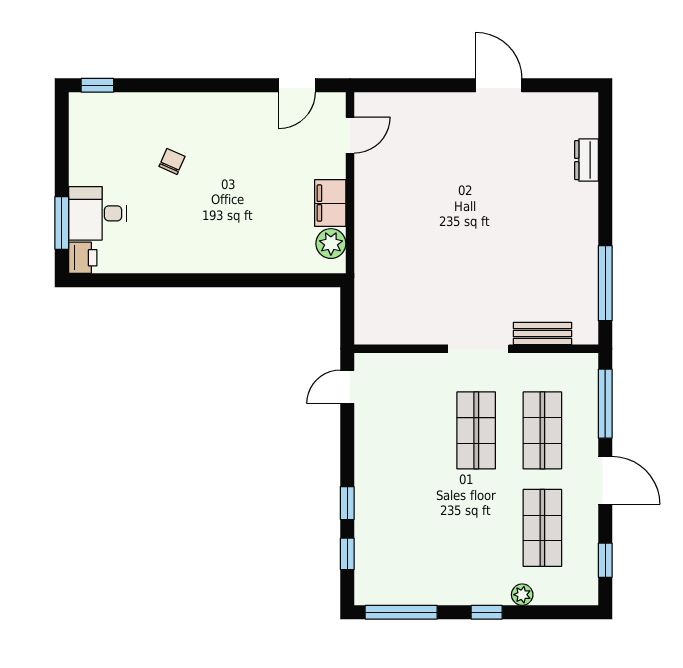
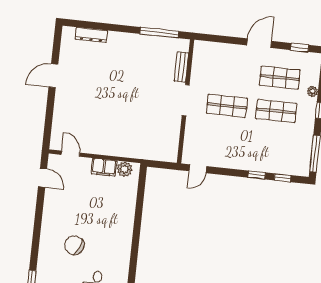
dresser: (586, 160) -> (91, 35), width x1.44
chair: (172, 161) -> (74, 245), width x1.87, depth x1.87
door: (347, 387) -> (198, 169), hinge flipped
window: (605, 404) -> (220, 39), removed
shop shelf: (542, 430) -> (276, 111), moved

